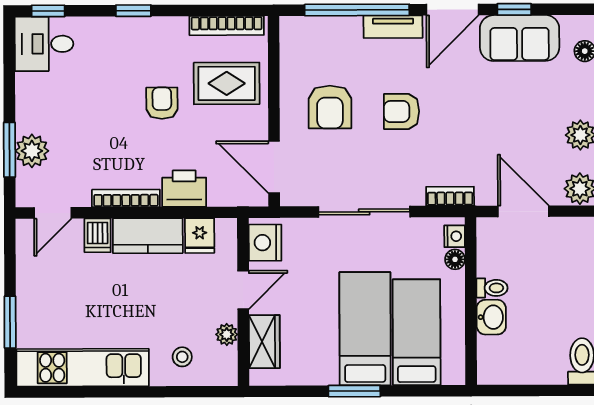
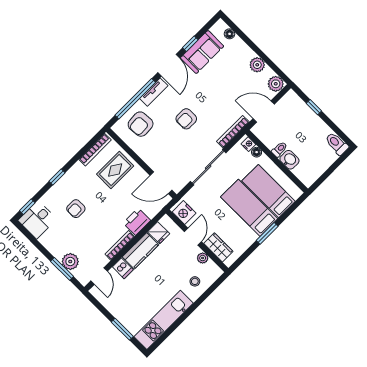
armchair: (162, 103) -> (76, 209), moved, turned -90
armchair: (330, 107) -> (141, 124), moved, turned 86
bookcase: (450, 196) -> (233, 132), width x1.56

